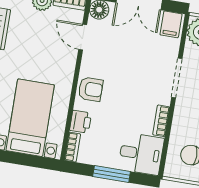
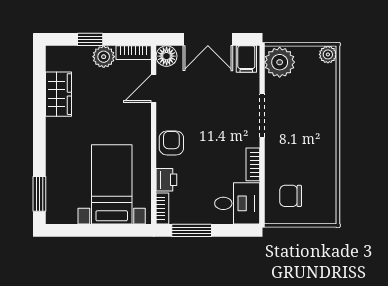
door: (83, 37) -> (154, 88), hinge flipped
armchair: (91, 89) -> (171, 143), turned -90
window: (112, 174) -> (192, 230), moved

